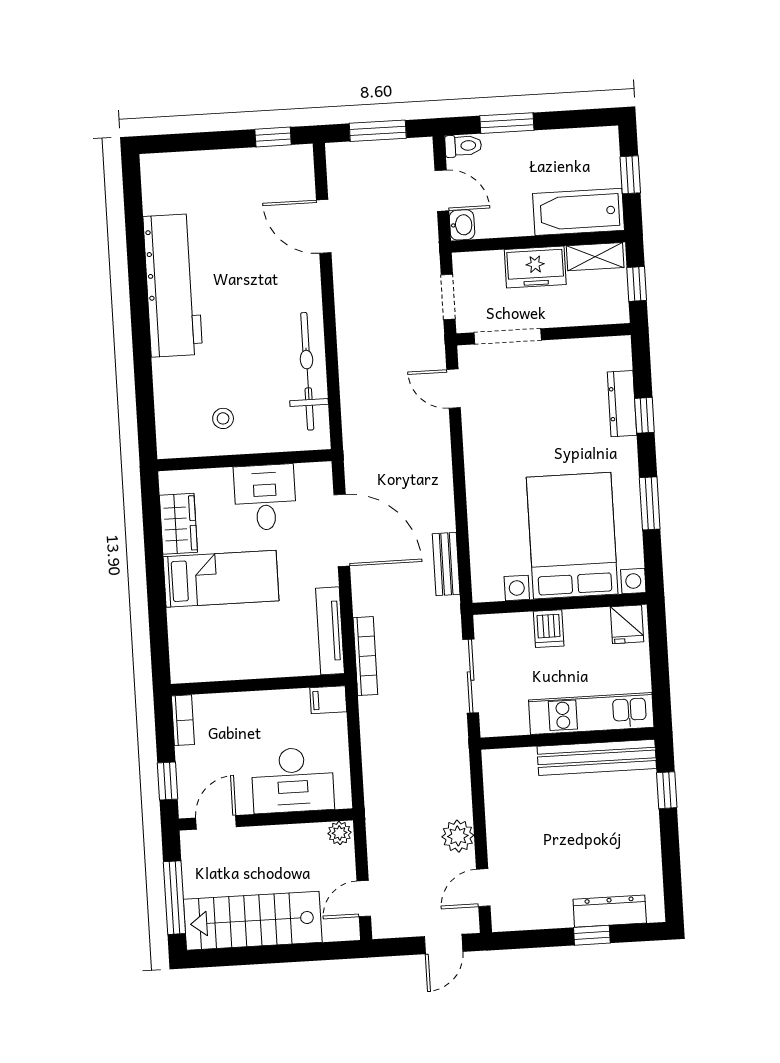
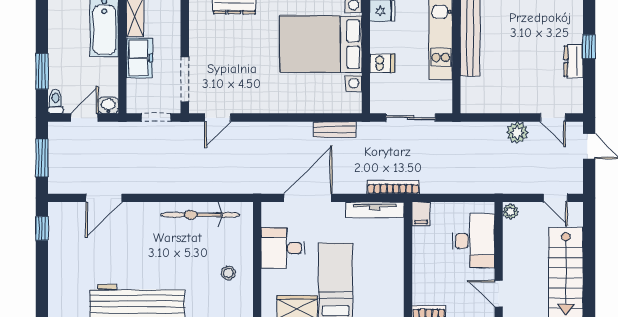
dresser: (610, 911) -> (574, 61), moved, width x0.70

